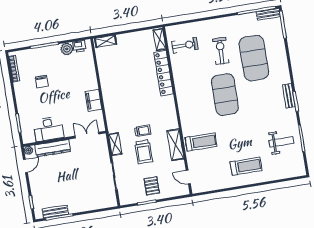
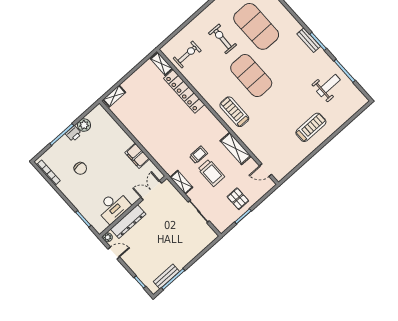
printer: (79, 46) -> (73, 134), moved
treadmill: (201, 142) -> (234, 112), moved, turned -90
door: (25, 166) -> (114, 253), hinge flipped

